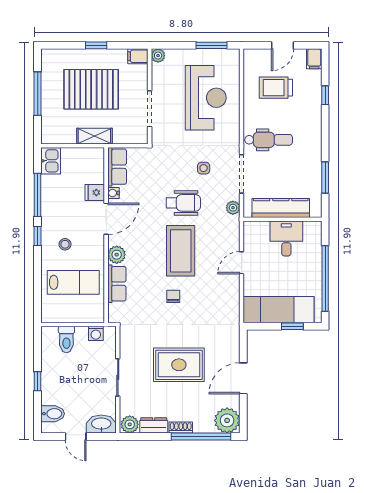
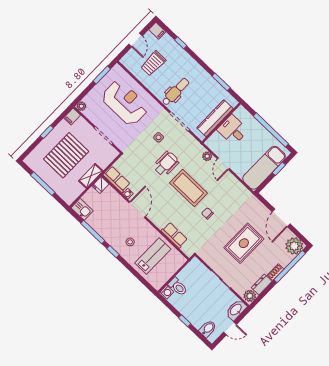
fridge: (95, 193) -> (100, 185), moved
plant: (233, 208) -> (207, 156), moved
plant: (117, 255) -> (160, 221), removed
washing machine: (96, 333) -> (167, 292), moved

